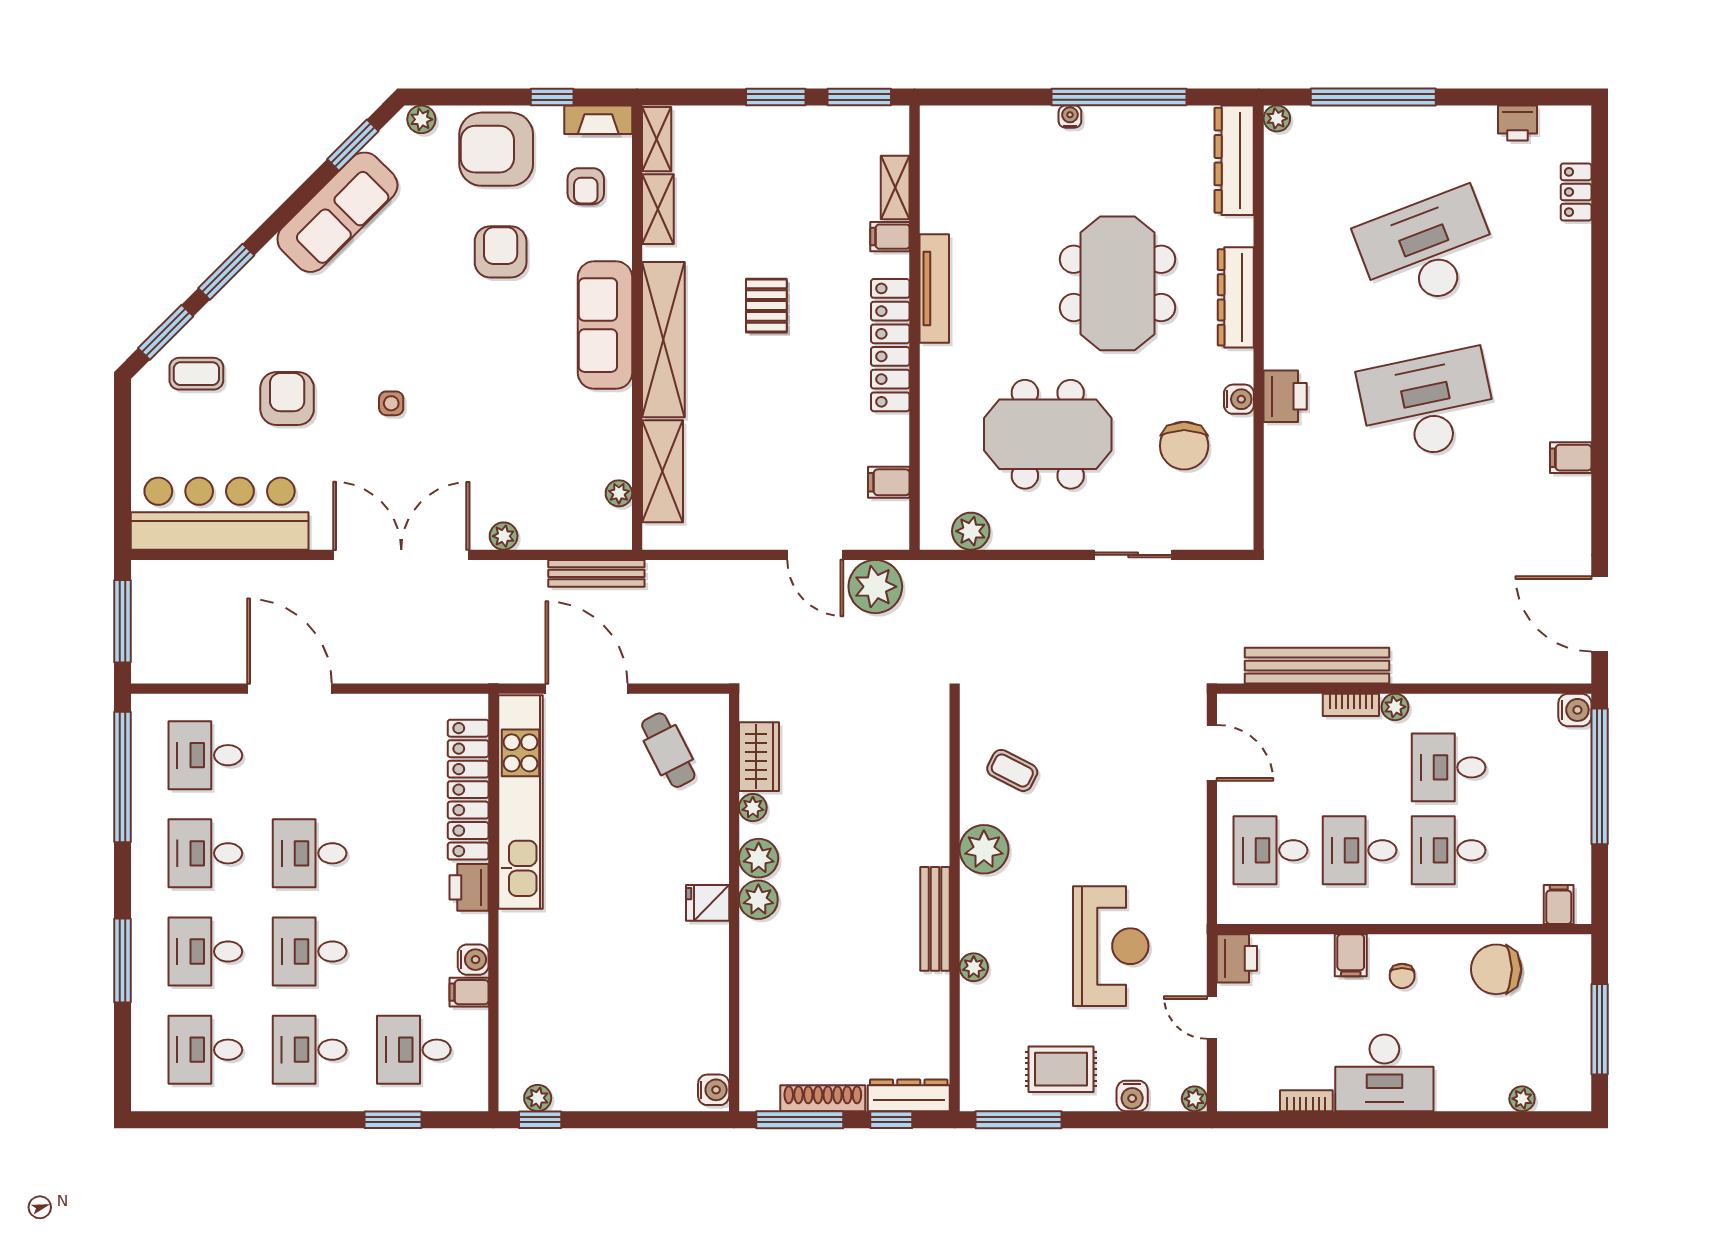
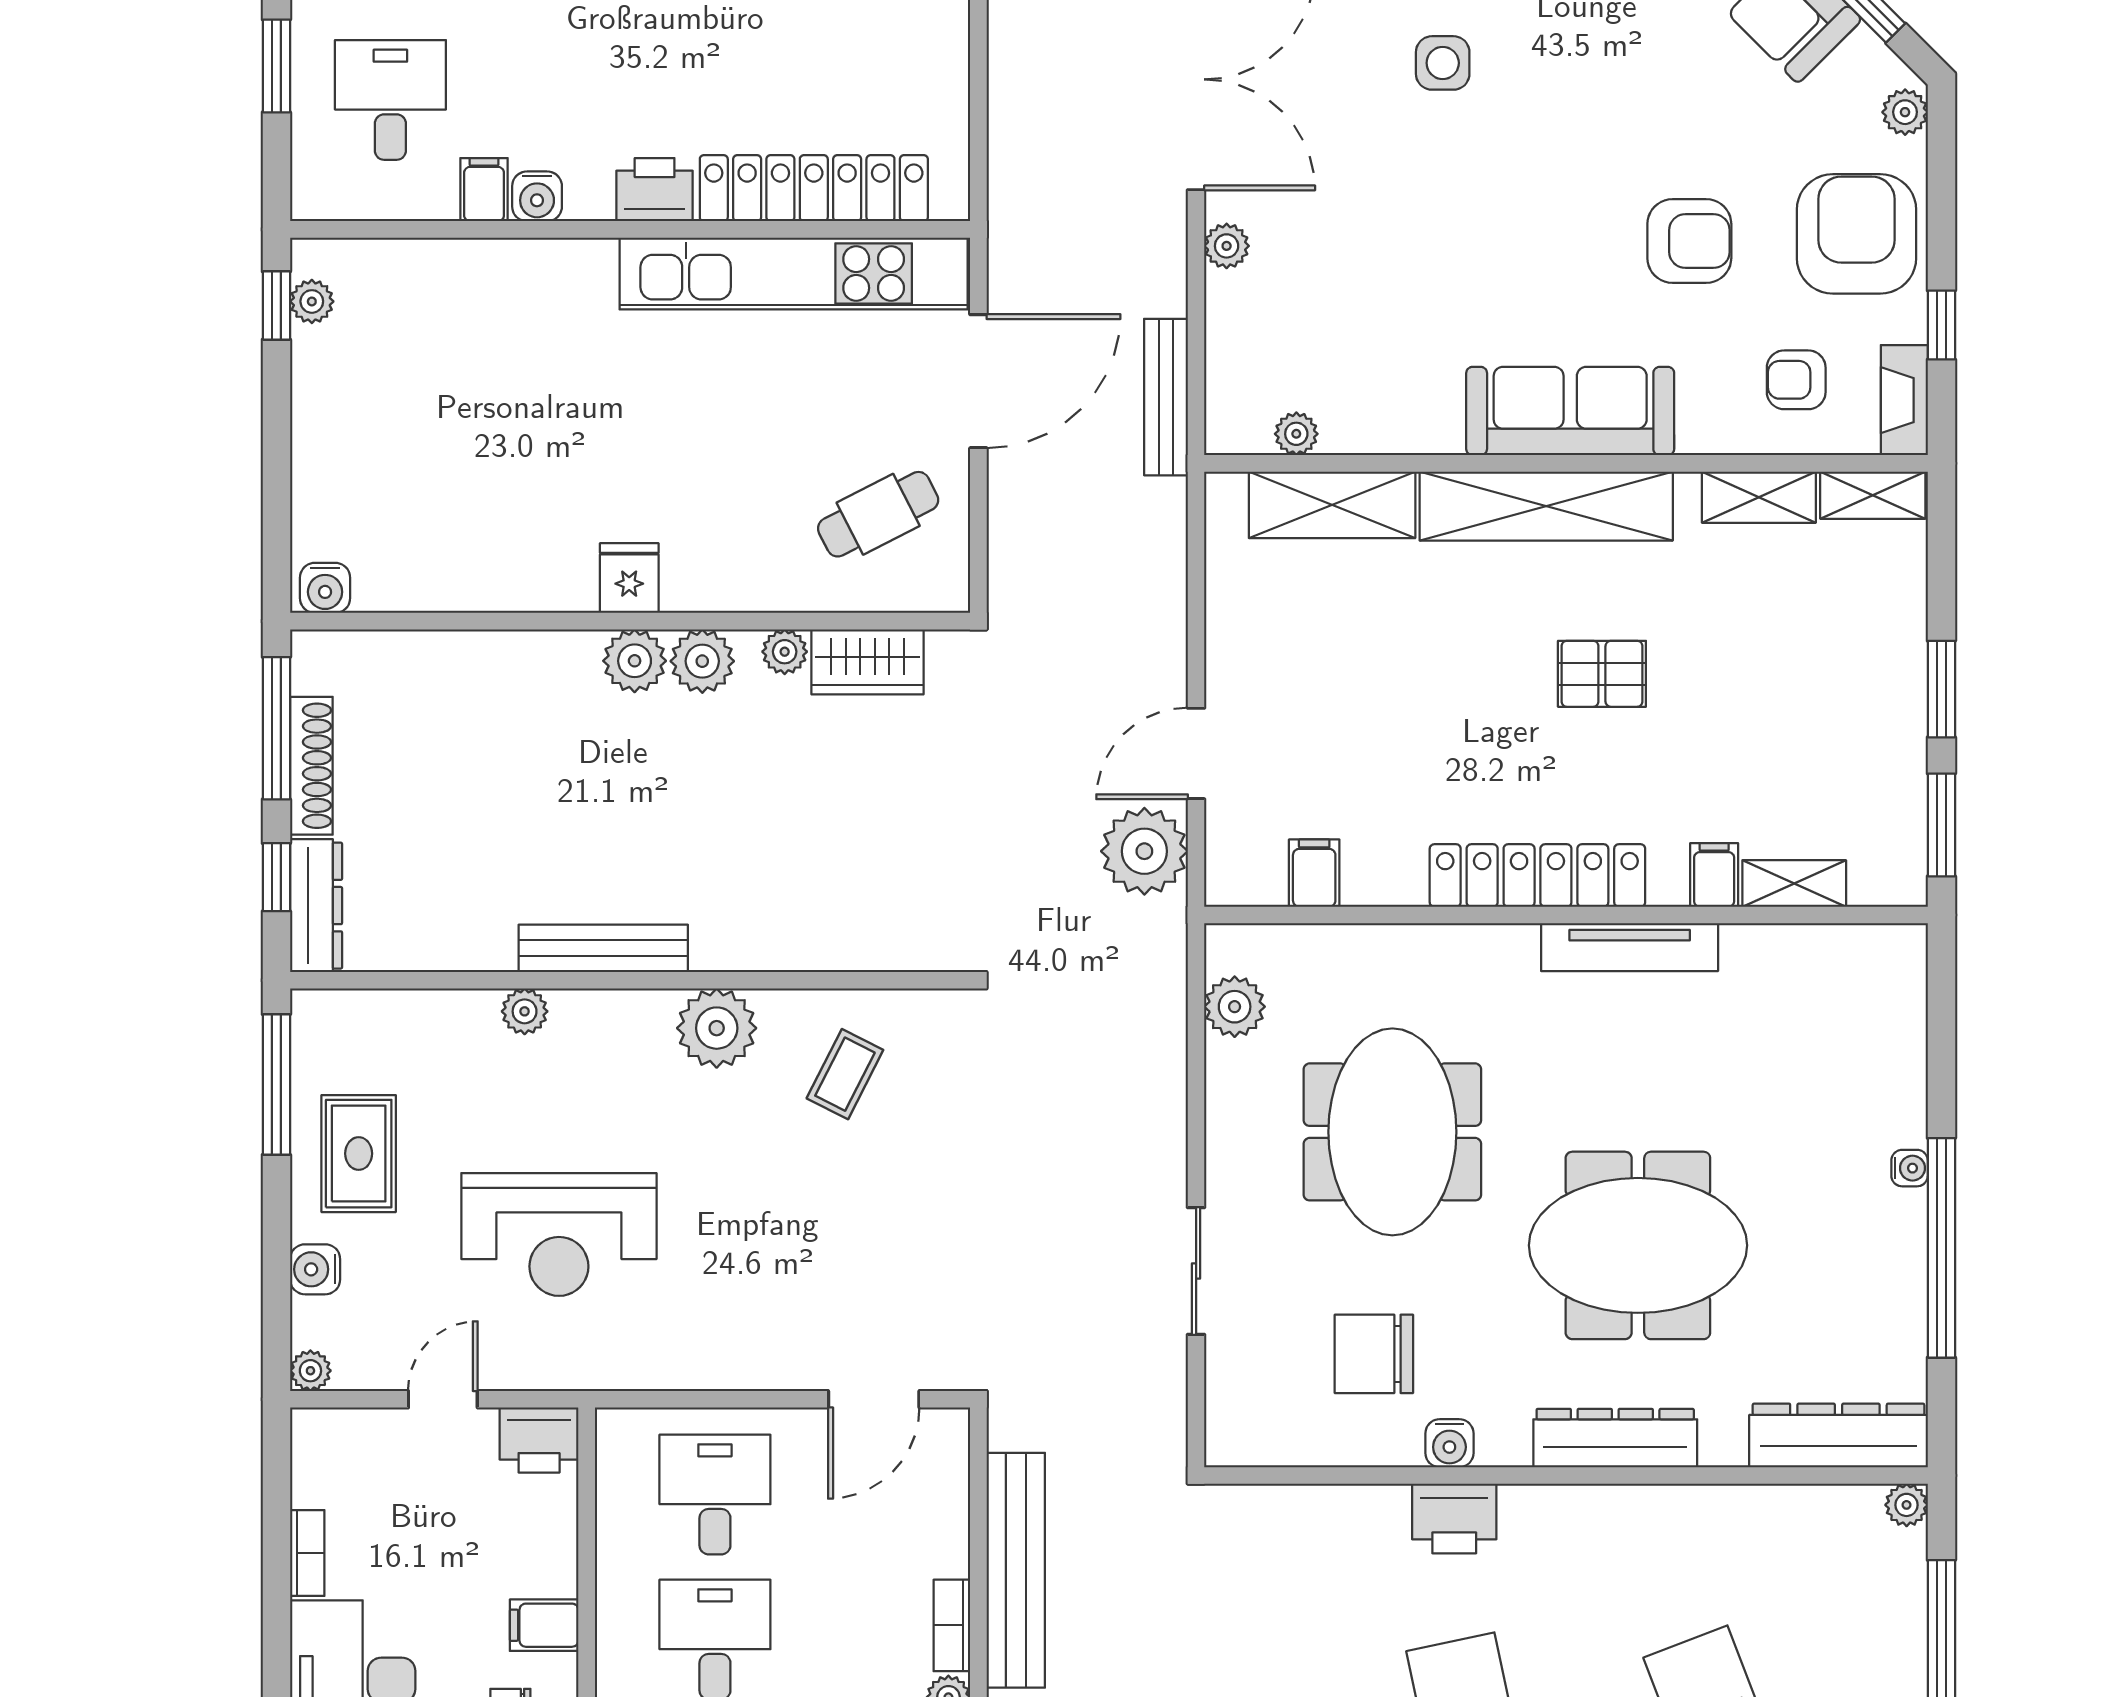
side table: (391, 403) -> (1443, 63), width x1.37, depth x1.37

